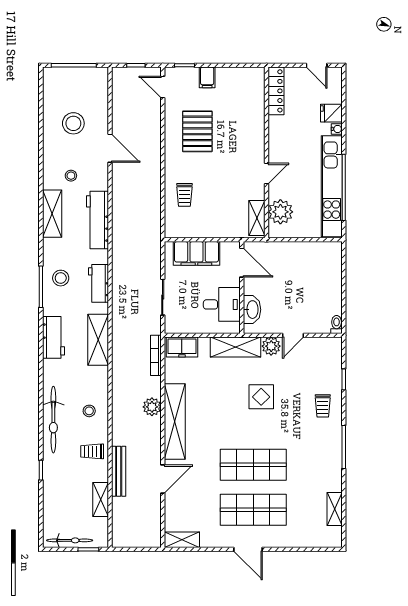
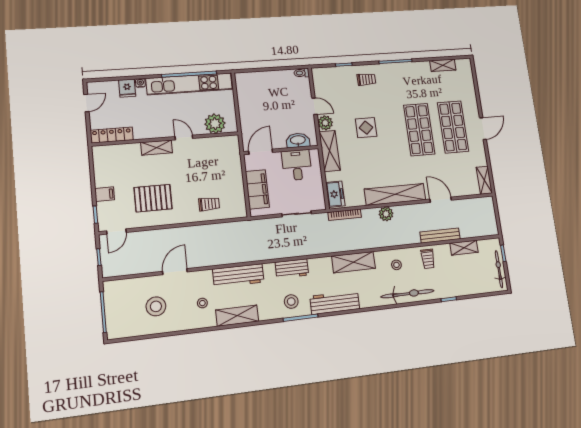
shelving: (257, 218) -> (157, 148), moved
workbench: (53, 337) -> (335, 303), width x1.38
shelving: (98, 340) -> (354, 262), moved

